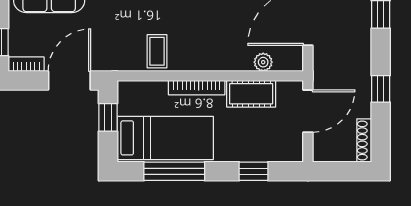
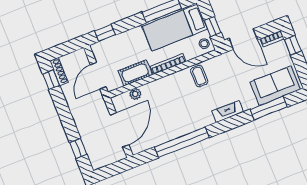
door: (69, 80) -> (243, 39), hinge flipped
window: (381, 89) -> (51, 80), moved
stool: (130, 97) -> (204, 44), added
window: (253, 171) -> (105, 33), moved

